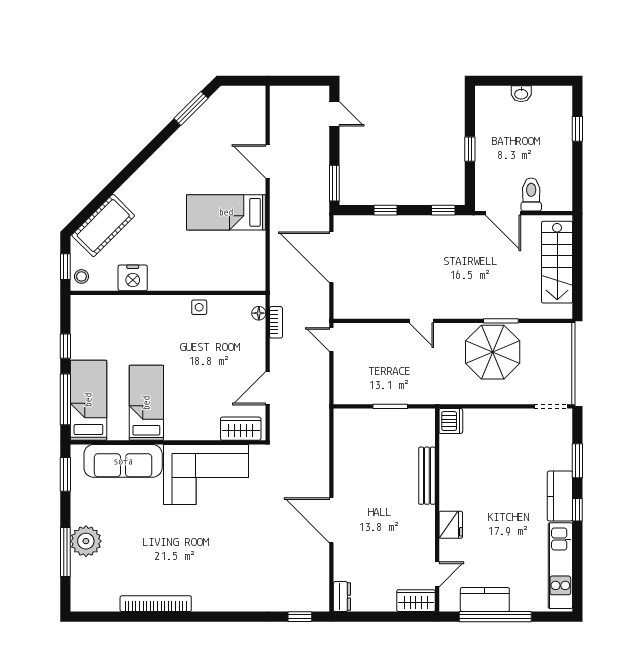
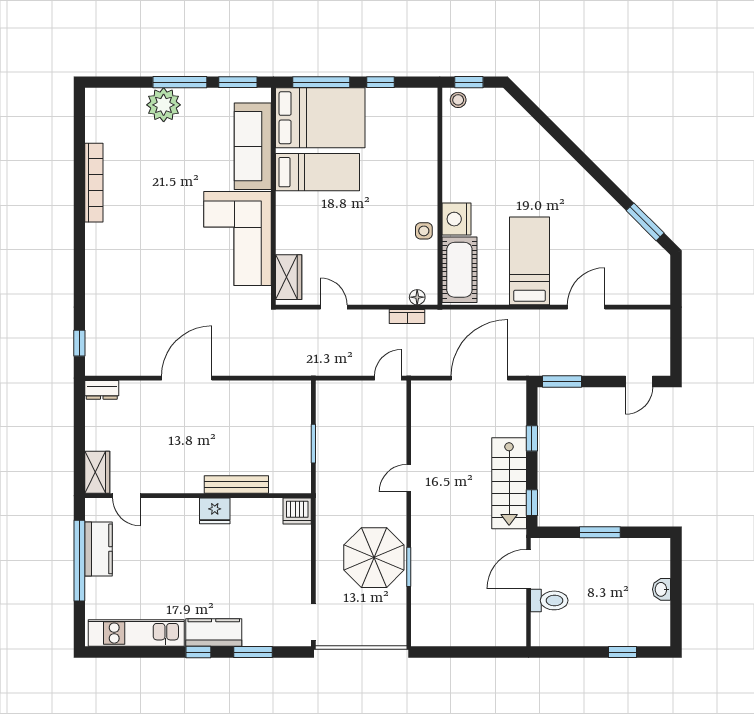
window: (470, 149) -> (600, 532), width x1.50
cot: (103, 225) -> (459, 270), moved, turned 45
stairs: (557, 262) -> (509, 483), moved, turned -90
nightstand: (133, 278) -> (456, 219), moved
door: (268, 388) -> (334, 307), width x0.73
bed: (88, 400) -> (320, 118), width x1.50
fridge: (451, 525) -> (215, 511), moved
window: (65, 552) -> (180, 82), moved

